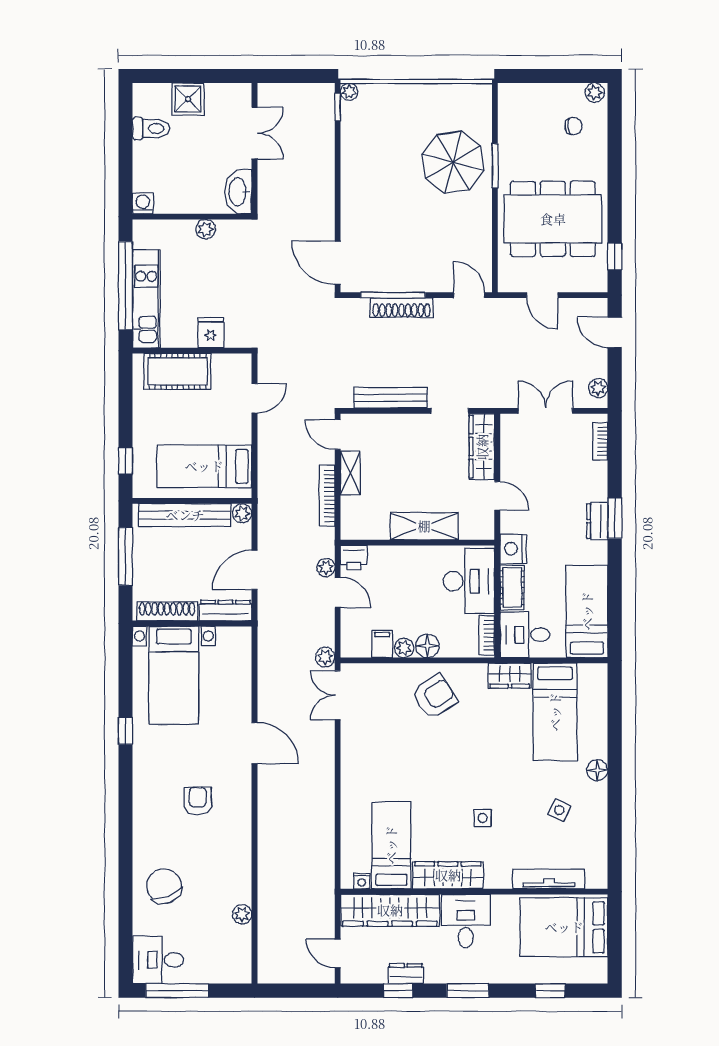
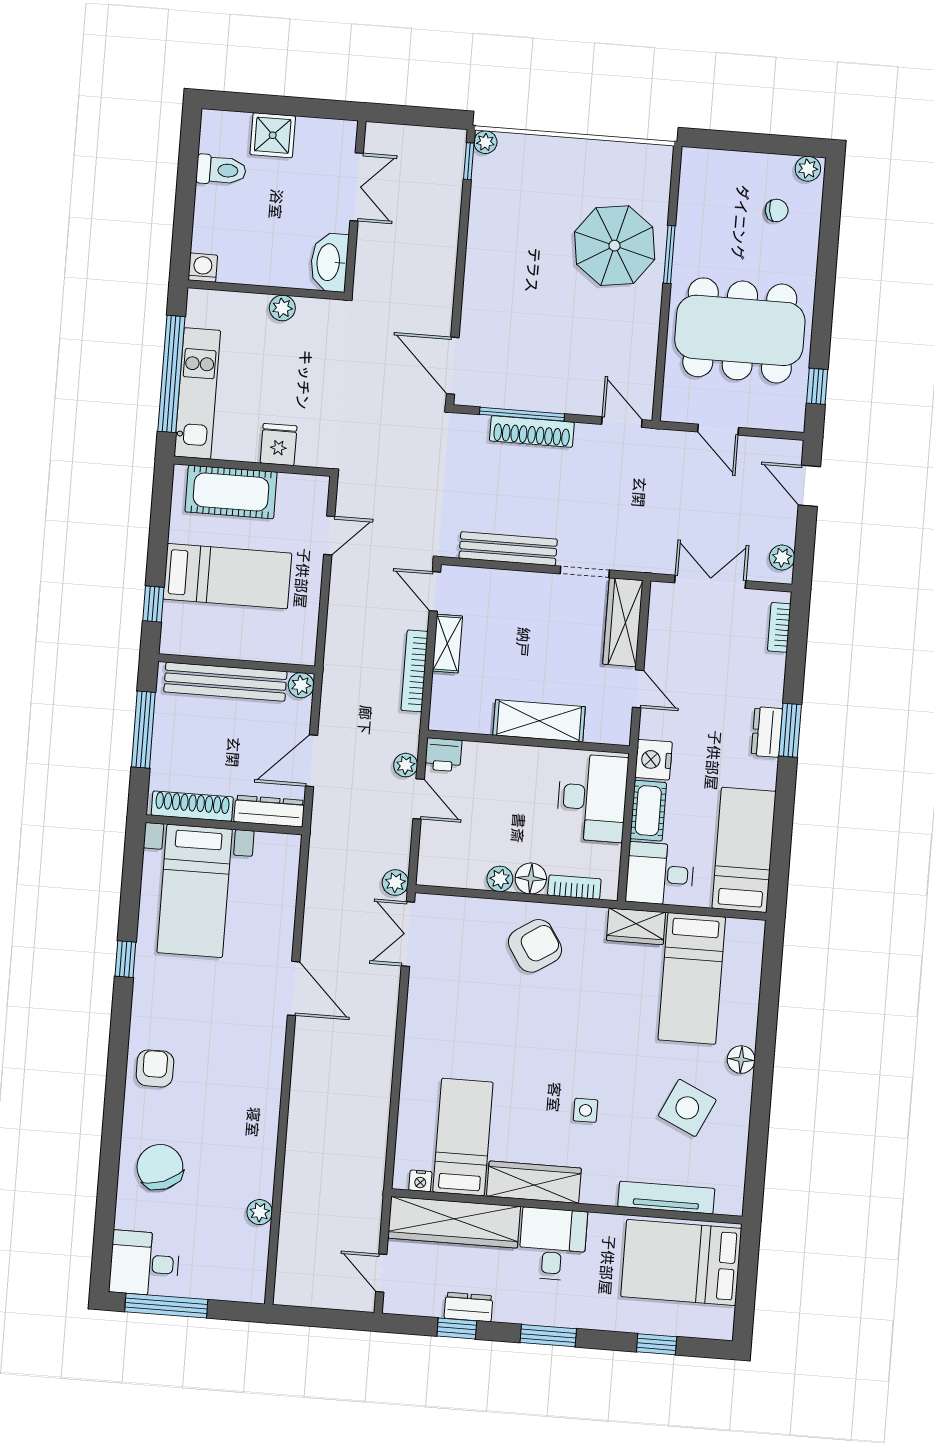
bed: (204, 466) -> (227, 576), moved, turned 180
bookcase: (487, 635) -> (574, 887), moved, turned 90
filing cabinet: (382, 644) -> (472, 871), removed
armchair: (198, 801) -> (155, 1068), moved
side table: (559, 810) -> (687, 1108), width x1.87, depth x1.87

